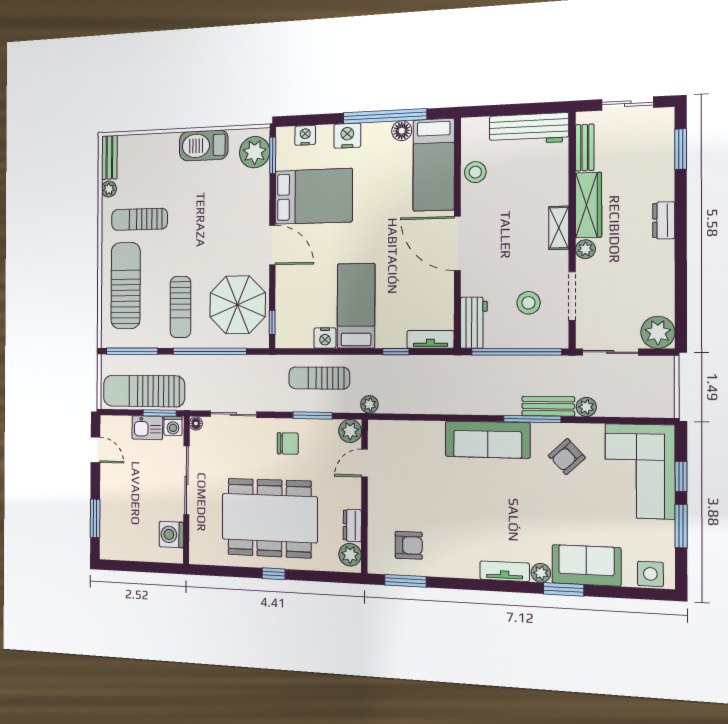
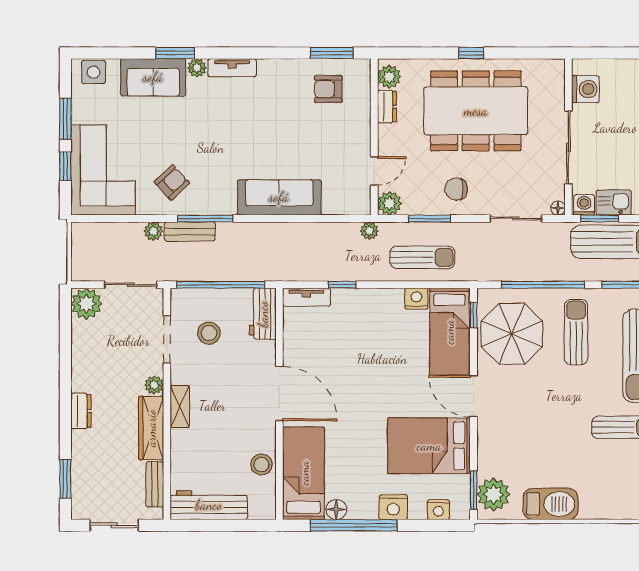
bed: (356, 306) -> (449, 332), moved
sofa: (488, 440) -> (279, 197), moved

